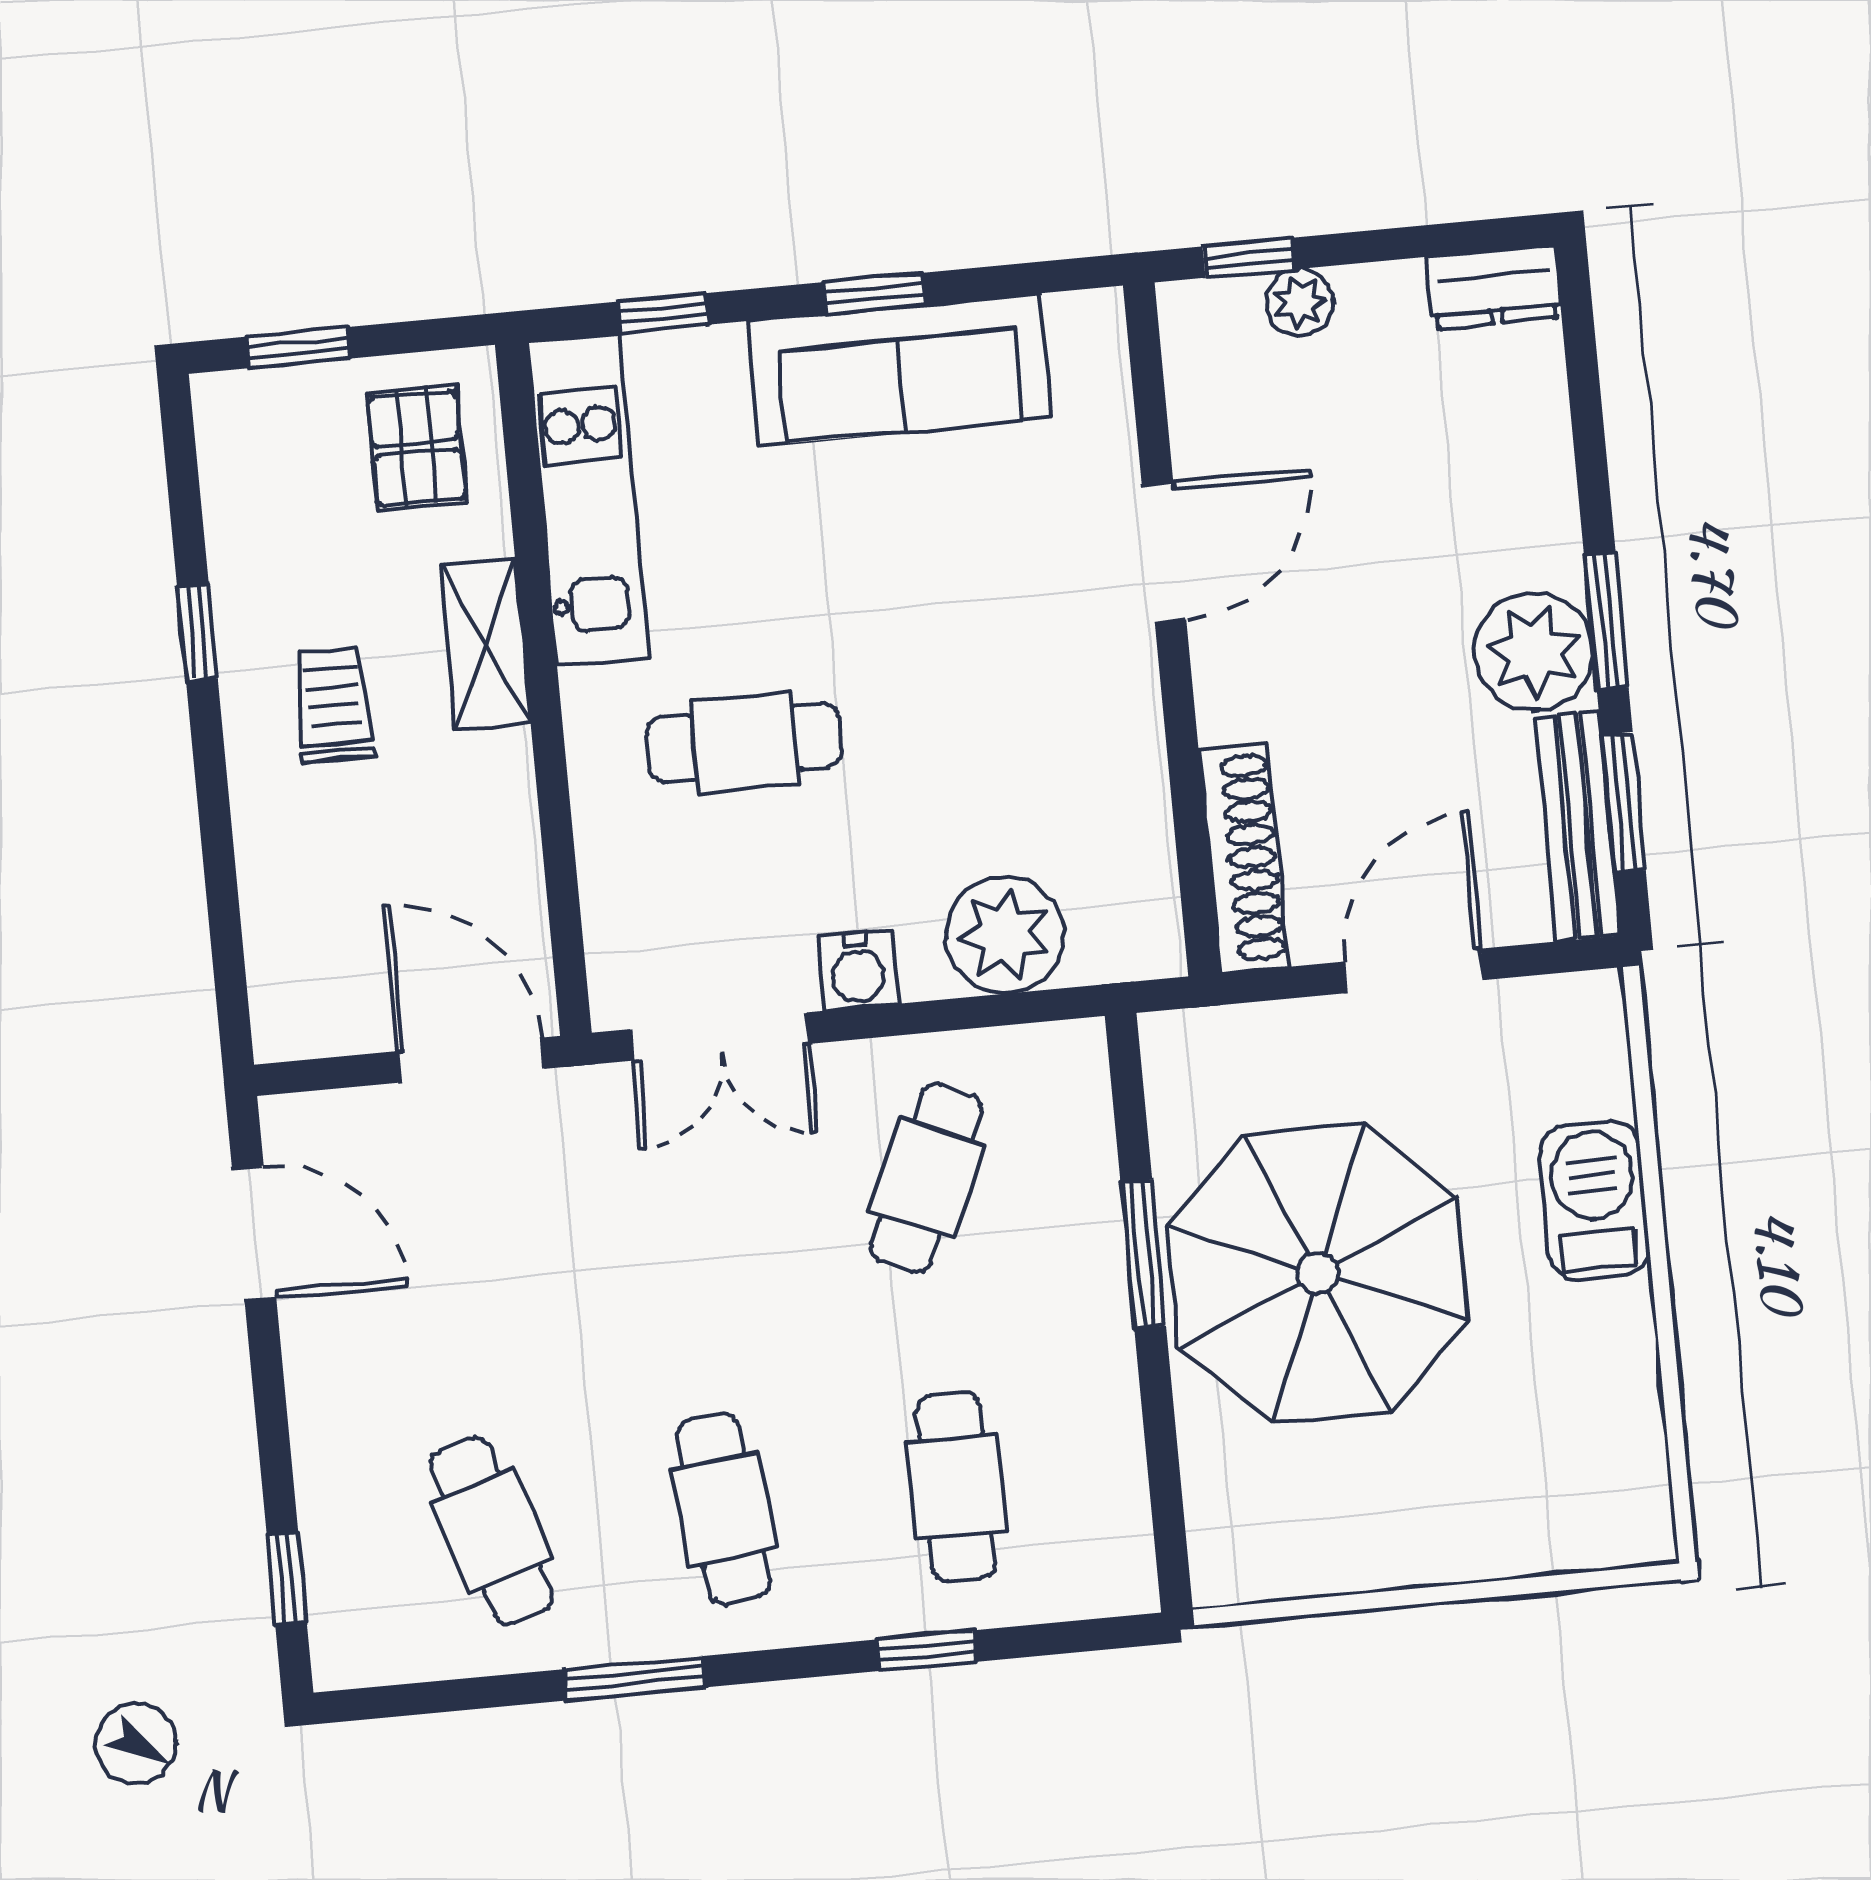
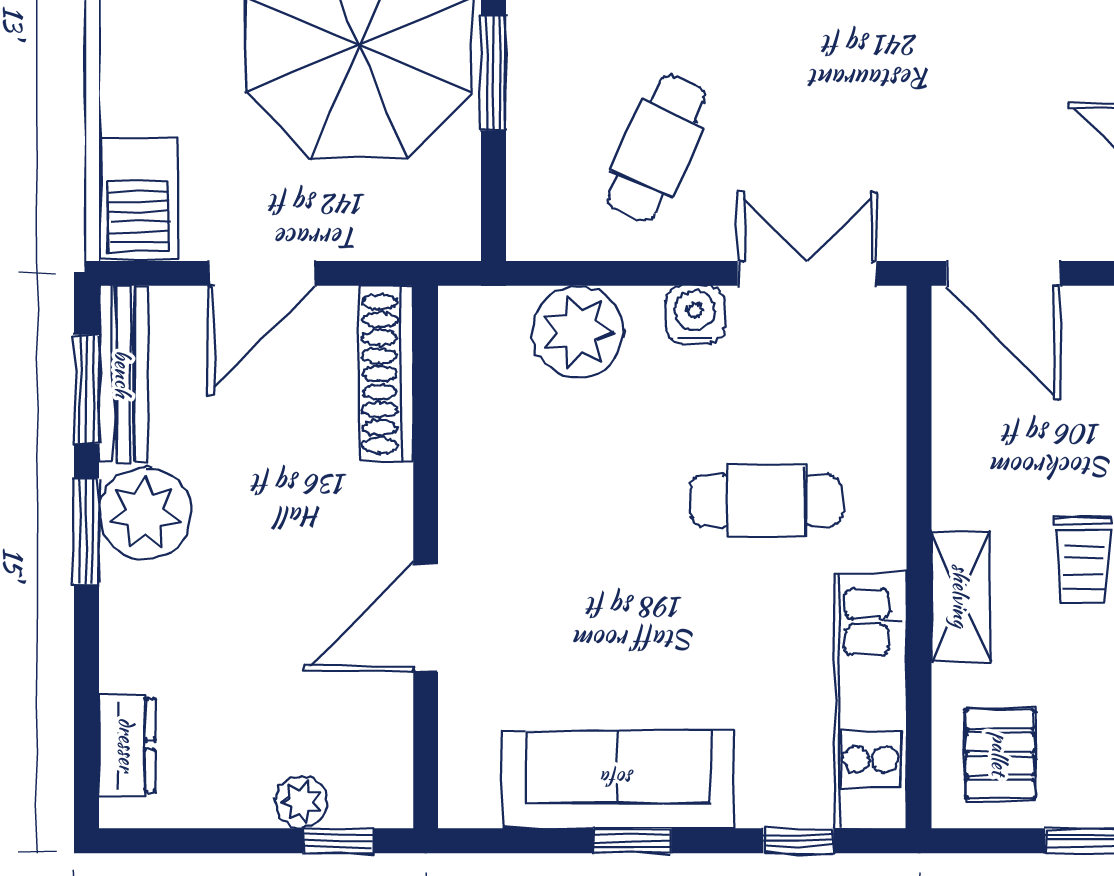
dresser: (1494, 287) -> (127, 745), moved, turned 90
barbecue: (1594, 1200) -> (138, 198), moved

